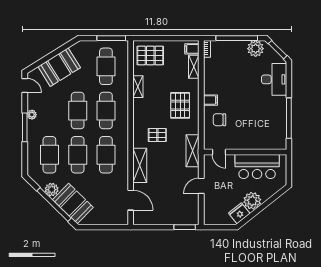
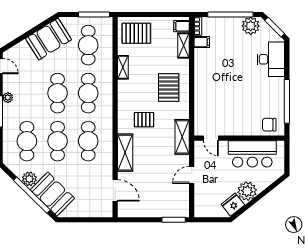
booth: (59, 67) -> (49, 39), moved
filing cabinet: (210, 100) -> (202, 42), moved
chair: (219, 120) -> (269, 125), moved

